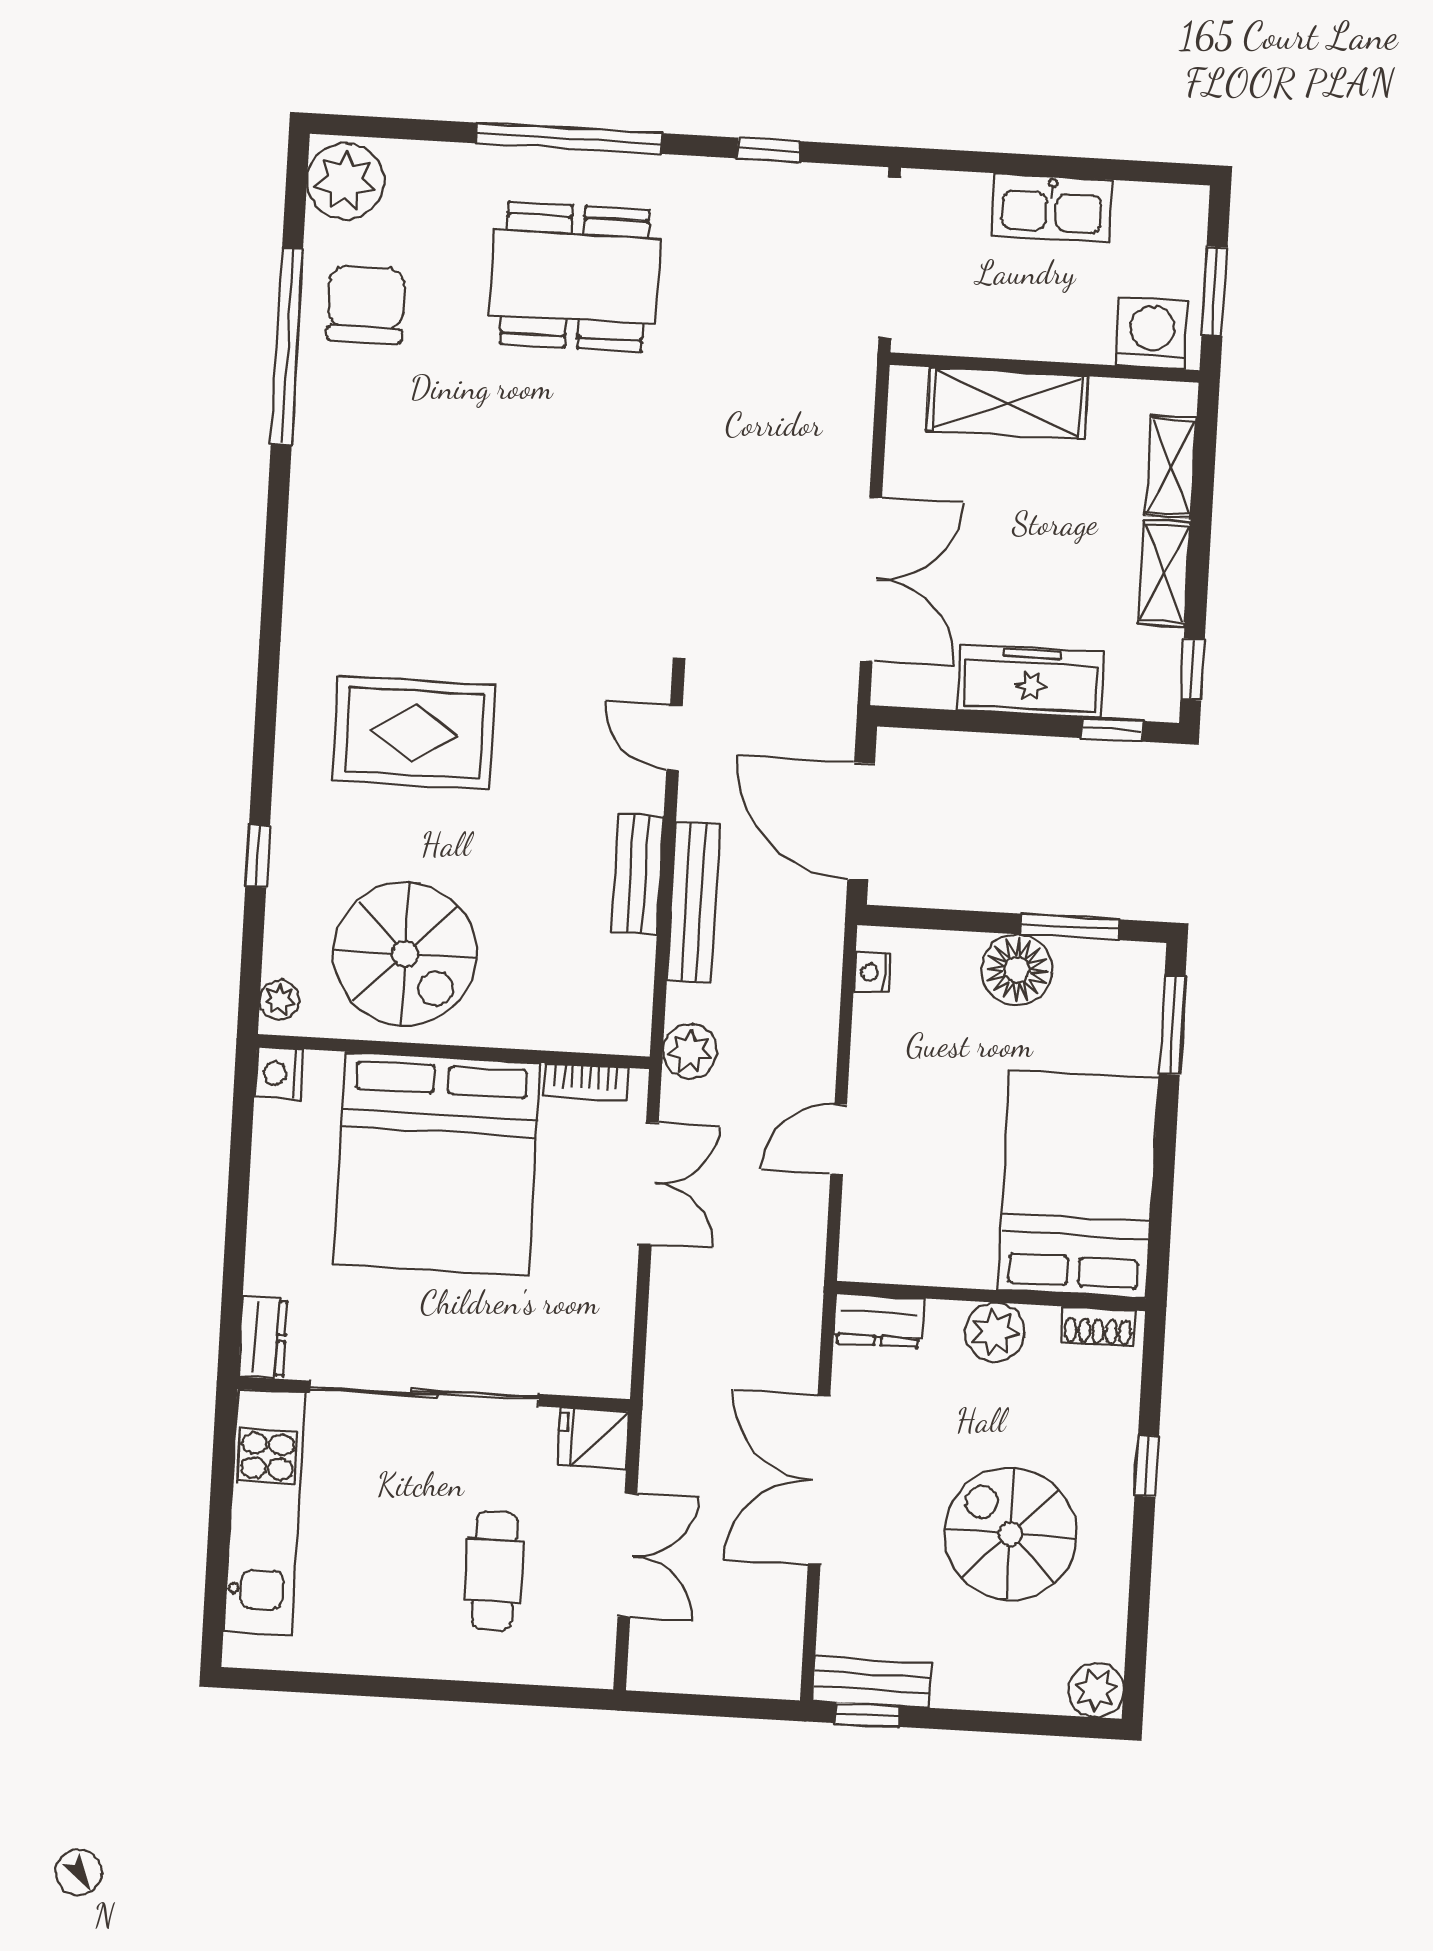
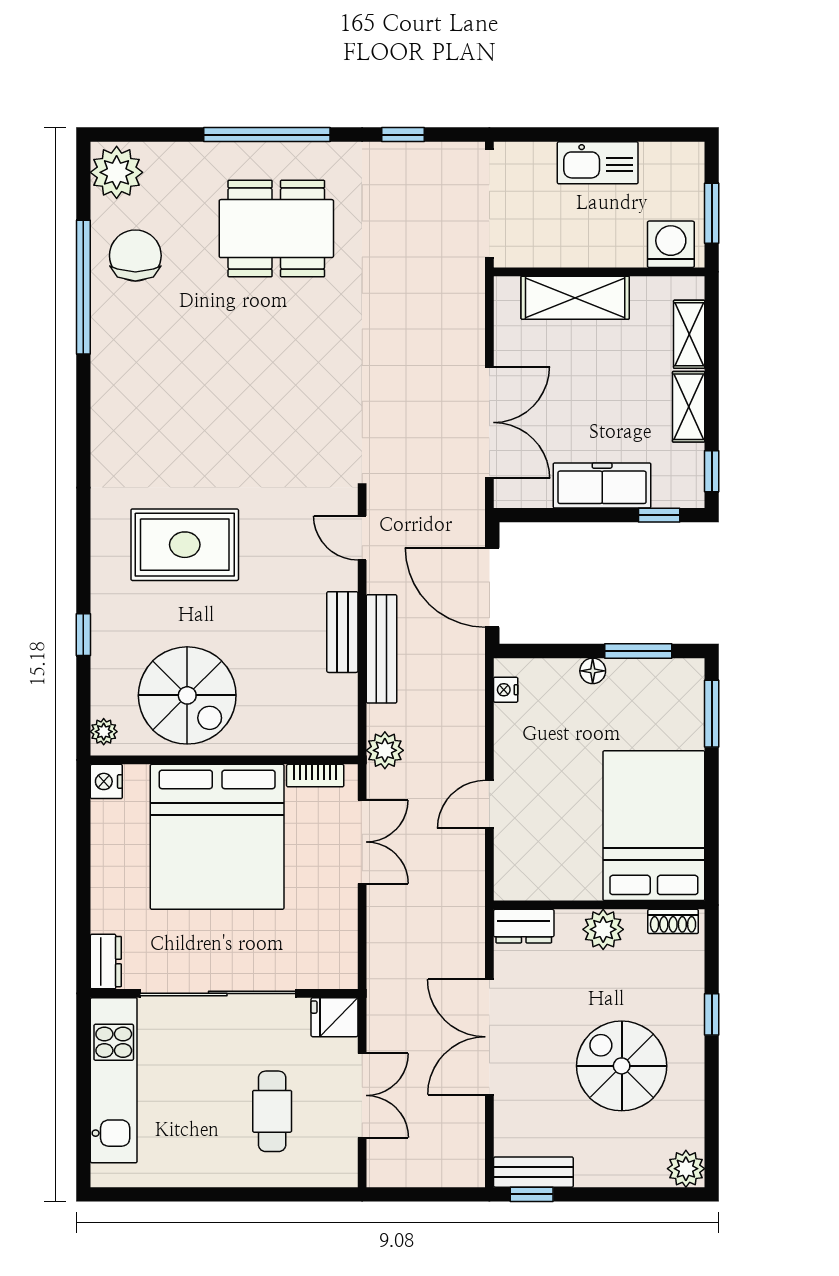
floor lamp: (1017, 970) -> (593, 671), width x0.53, depth x0.53

